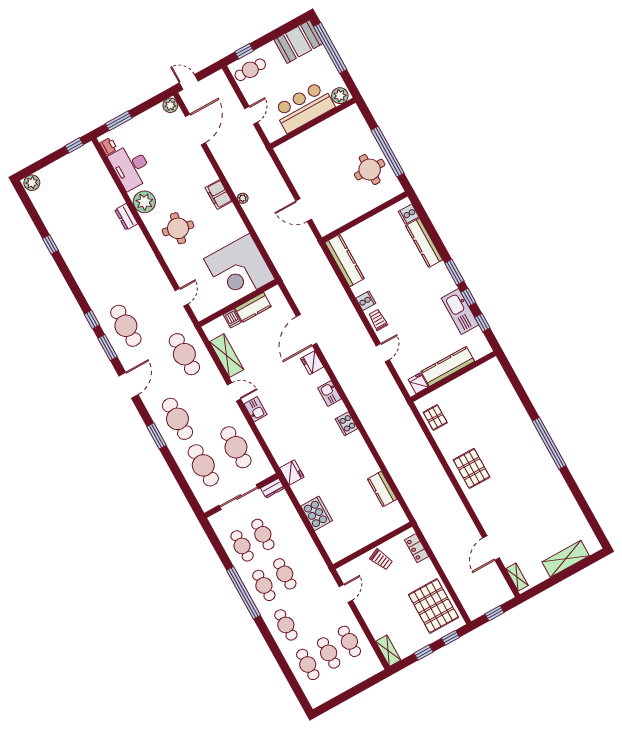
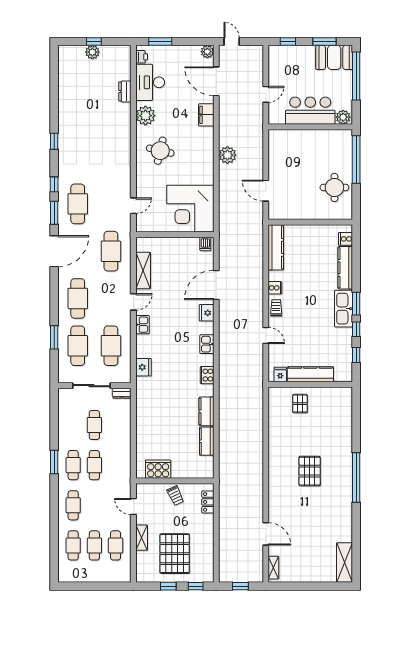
window: (280, 31) -> (324, 41), added
cafe table: (250, 70) -> (285, 59), removed
door: (195, 130) -> (216, 81), swing flipped
window: (74, 145) -> (94, 41), moved
window: (388, 152) -> (356, 160), moved
plant: (32, 183) -> (92, 52), moved
filing cabinet: (219, 195) -> (206, 115), moved
plant: (243, 198) -> (227, 155), width x1.88, depth x1.88
dresser: (126, 217) -> (125, 92), moved
window: (50, 244) -> (54, 141), moved
kitchen counter: (253, 307) -> (206, 411), moved, turned 90
kitchen sink: (460, 311) -> (344, 309), moved
dishwasher: (232, 318) -> (205, 244), moved
door: (383, 353) -> (266, 335), hinge flipped
door: (128, 385) -> (54, 251), width x1.36
door: (234, 392) -> (133, 302), hinge flipped
pallet: (435, 417) -> (300, 404), moved
window: (156, 436) -> (54, 337), moved
pallet: (472, 468) -> (310, 471), moved
fridge: (292, 472) -> (143, 367), moved
cooker: (317, 513) -> (158, 469), moved, turned -90
cafe table: (242, 546) -> (73, 425), removed
door: (491, 548) -> (266, 534), swing flipped
shelving: (566, 559) -> (344, 563), moved, turned 90
window: (243, 593) -> (54, 462), width x0.47
door: (346, 593) -> (133, 507), swing flipped
pallet: (433, 606) -> (175, 554), moved
shelving: (388, 651) -> (142, 538), moved

